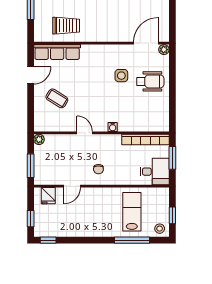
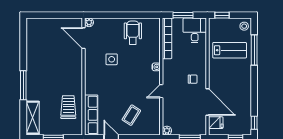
wheelchair: (150, 81) -> (133, 33), moved
door: (72, 186) -> (207, 102), width x1.87
lab bench: (132, 212) -> (230, 50), turned 180
window: (172, 215) -> (222, 15), moved

